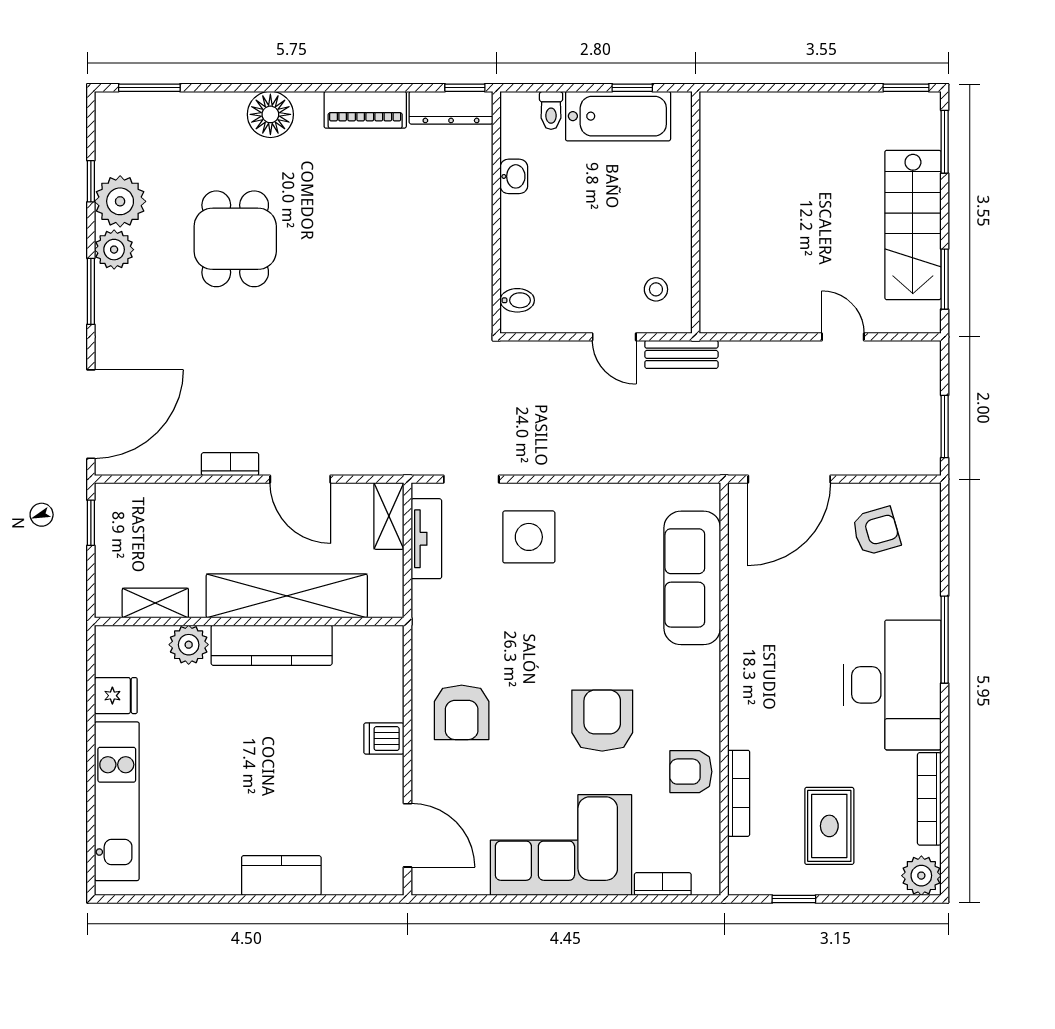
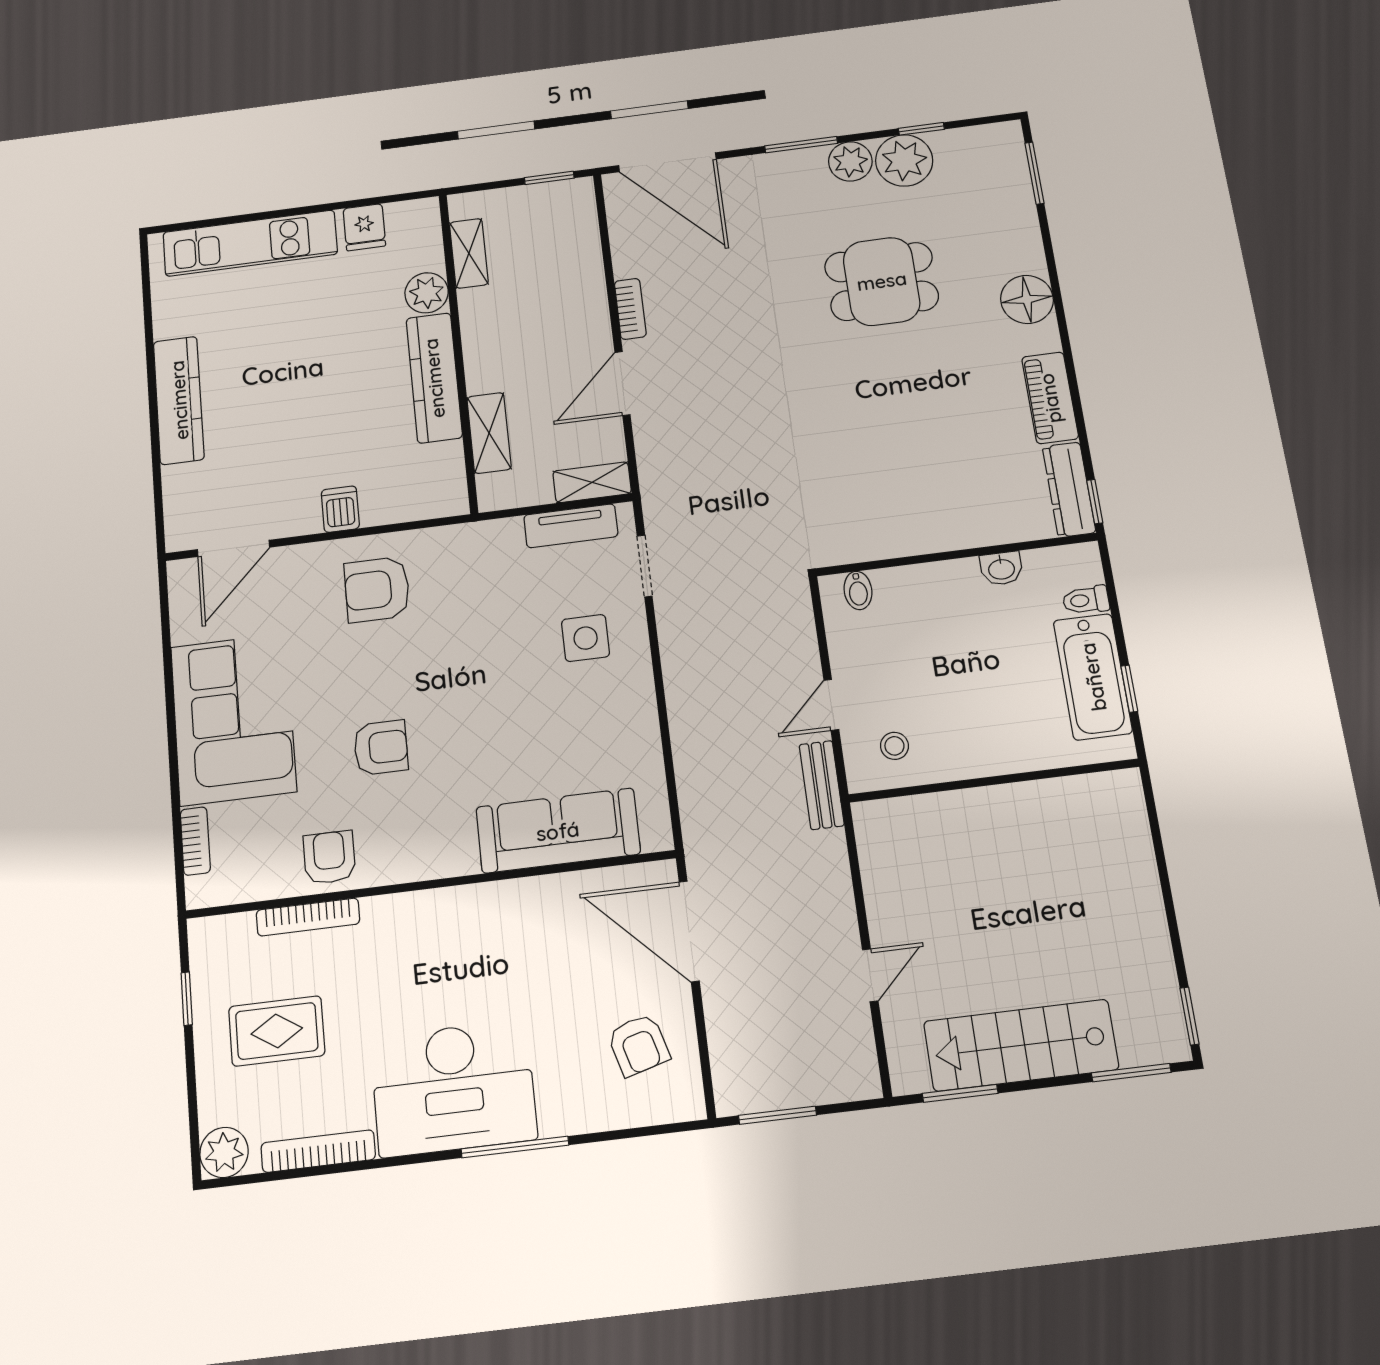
side table: (529, 537) -> (586, 638), width x0.73, depth x0.73
shelving: (287, 596) -> (489, 433), width x0.45, depth x0.75
armchair: (602, 721) -> (381, 748), width x0.72, depth x0.72
kitchen counter: (281, 876) -> (179, 400), width x1.50

